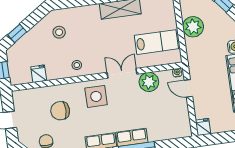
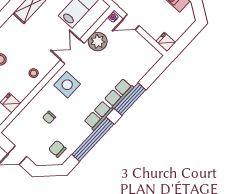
chair: (60, 111) -> (49, 117), width x0.54, depth x0.54

